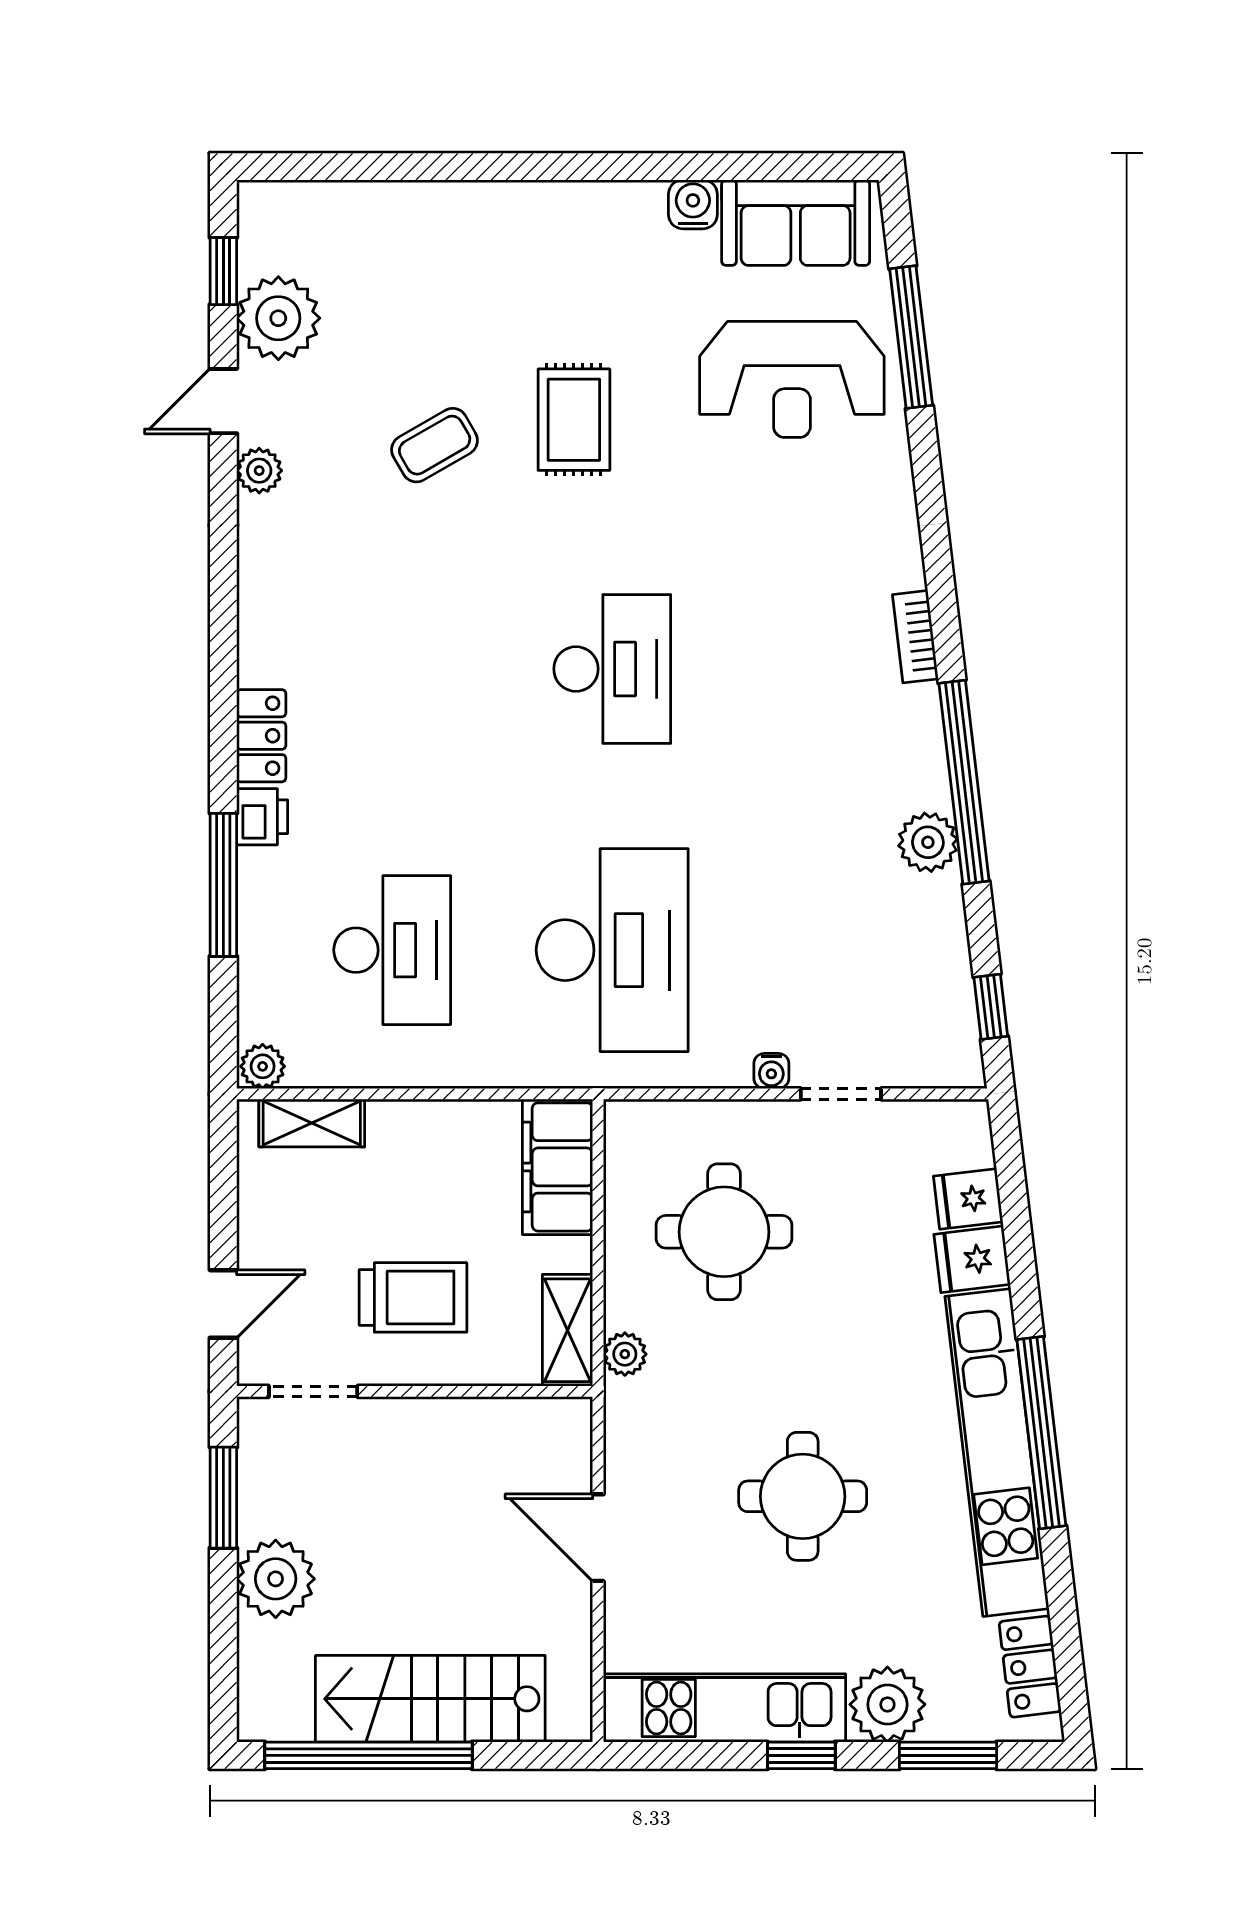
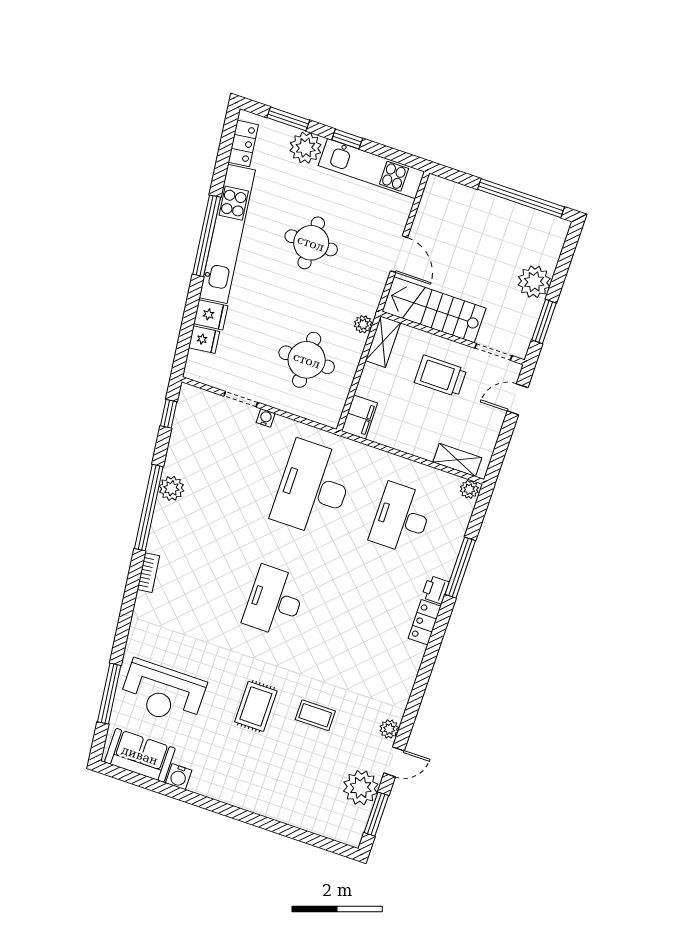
window: (223, 271) -> (376, 814), width x1.50
reception desk: (792, 379) -> (163, 693), turned 180
coffee table: (435, 445) -> (315, 715), turned 30
filing cabinet: (558, 1167) -> (359, 417), width x0.67, depth x0.86
stairs: (430, 1699) -> (434, 310), moved, turned 180

